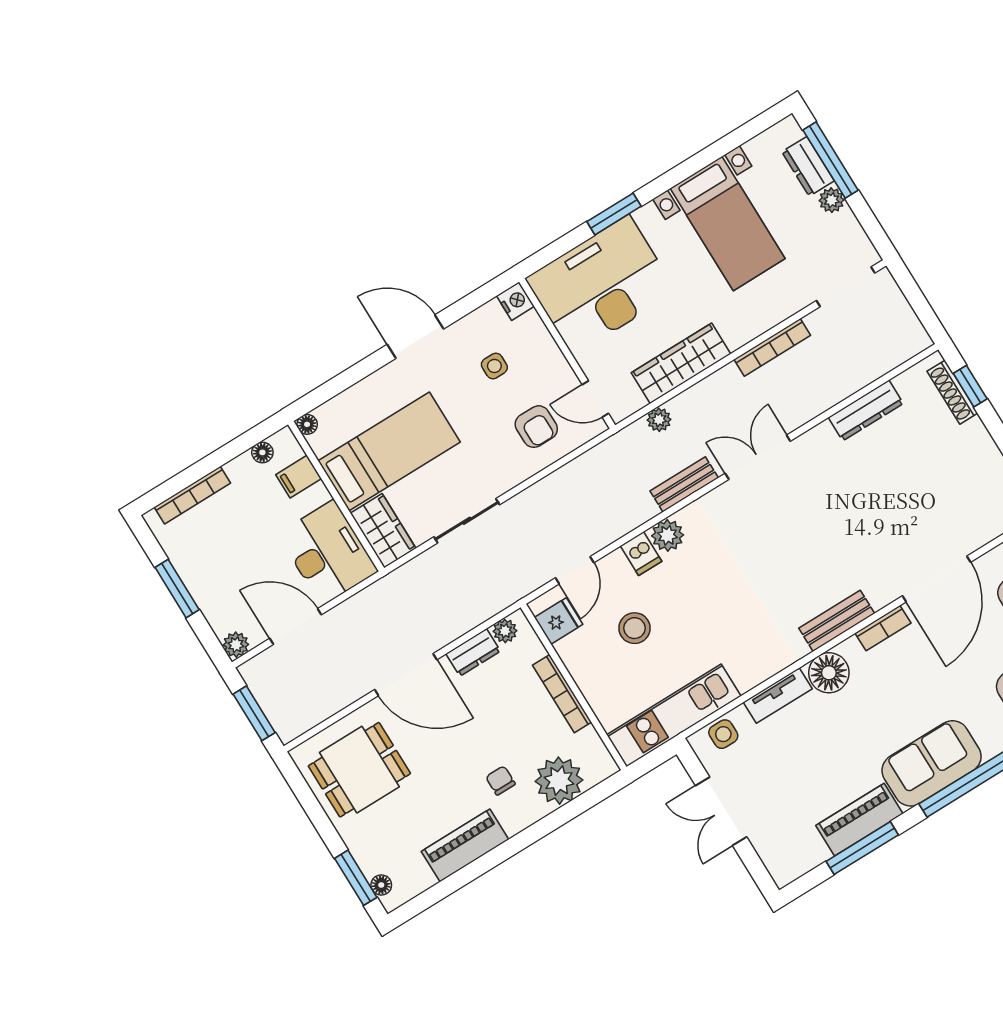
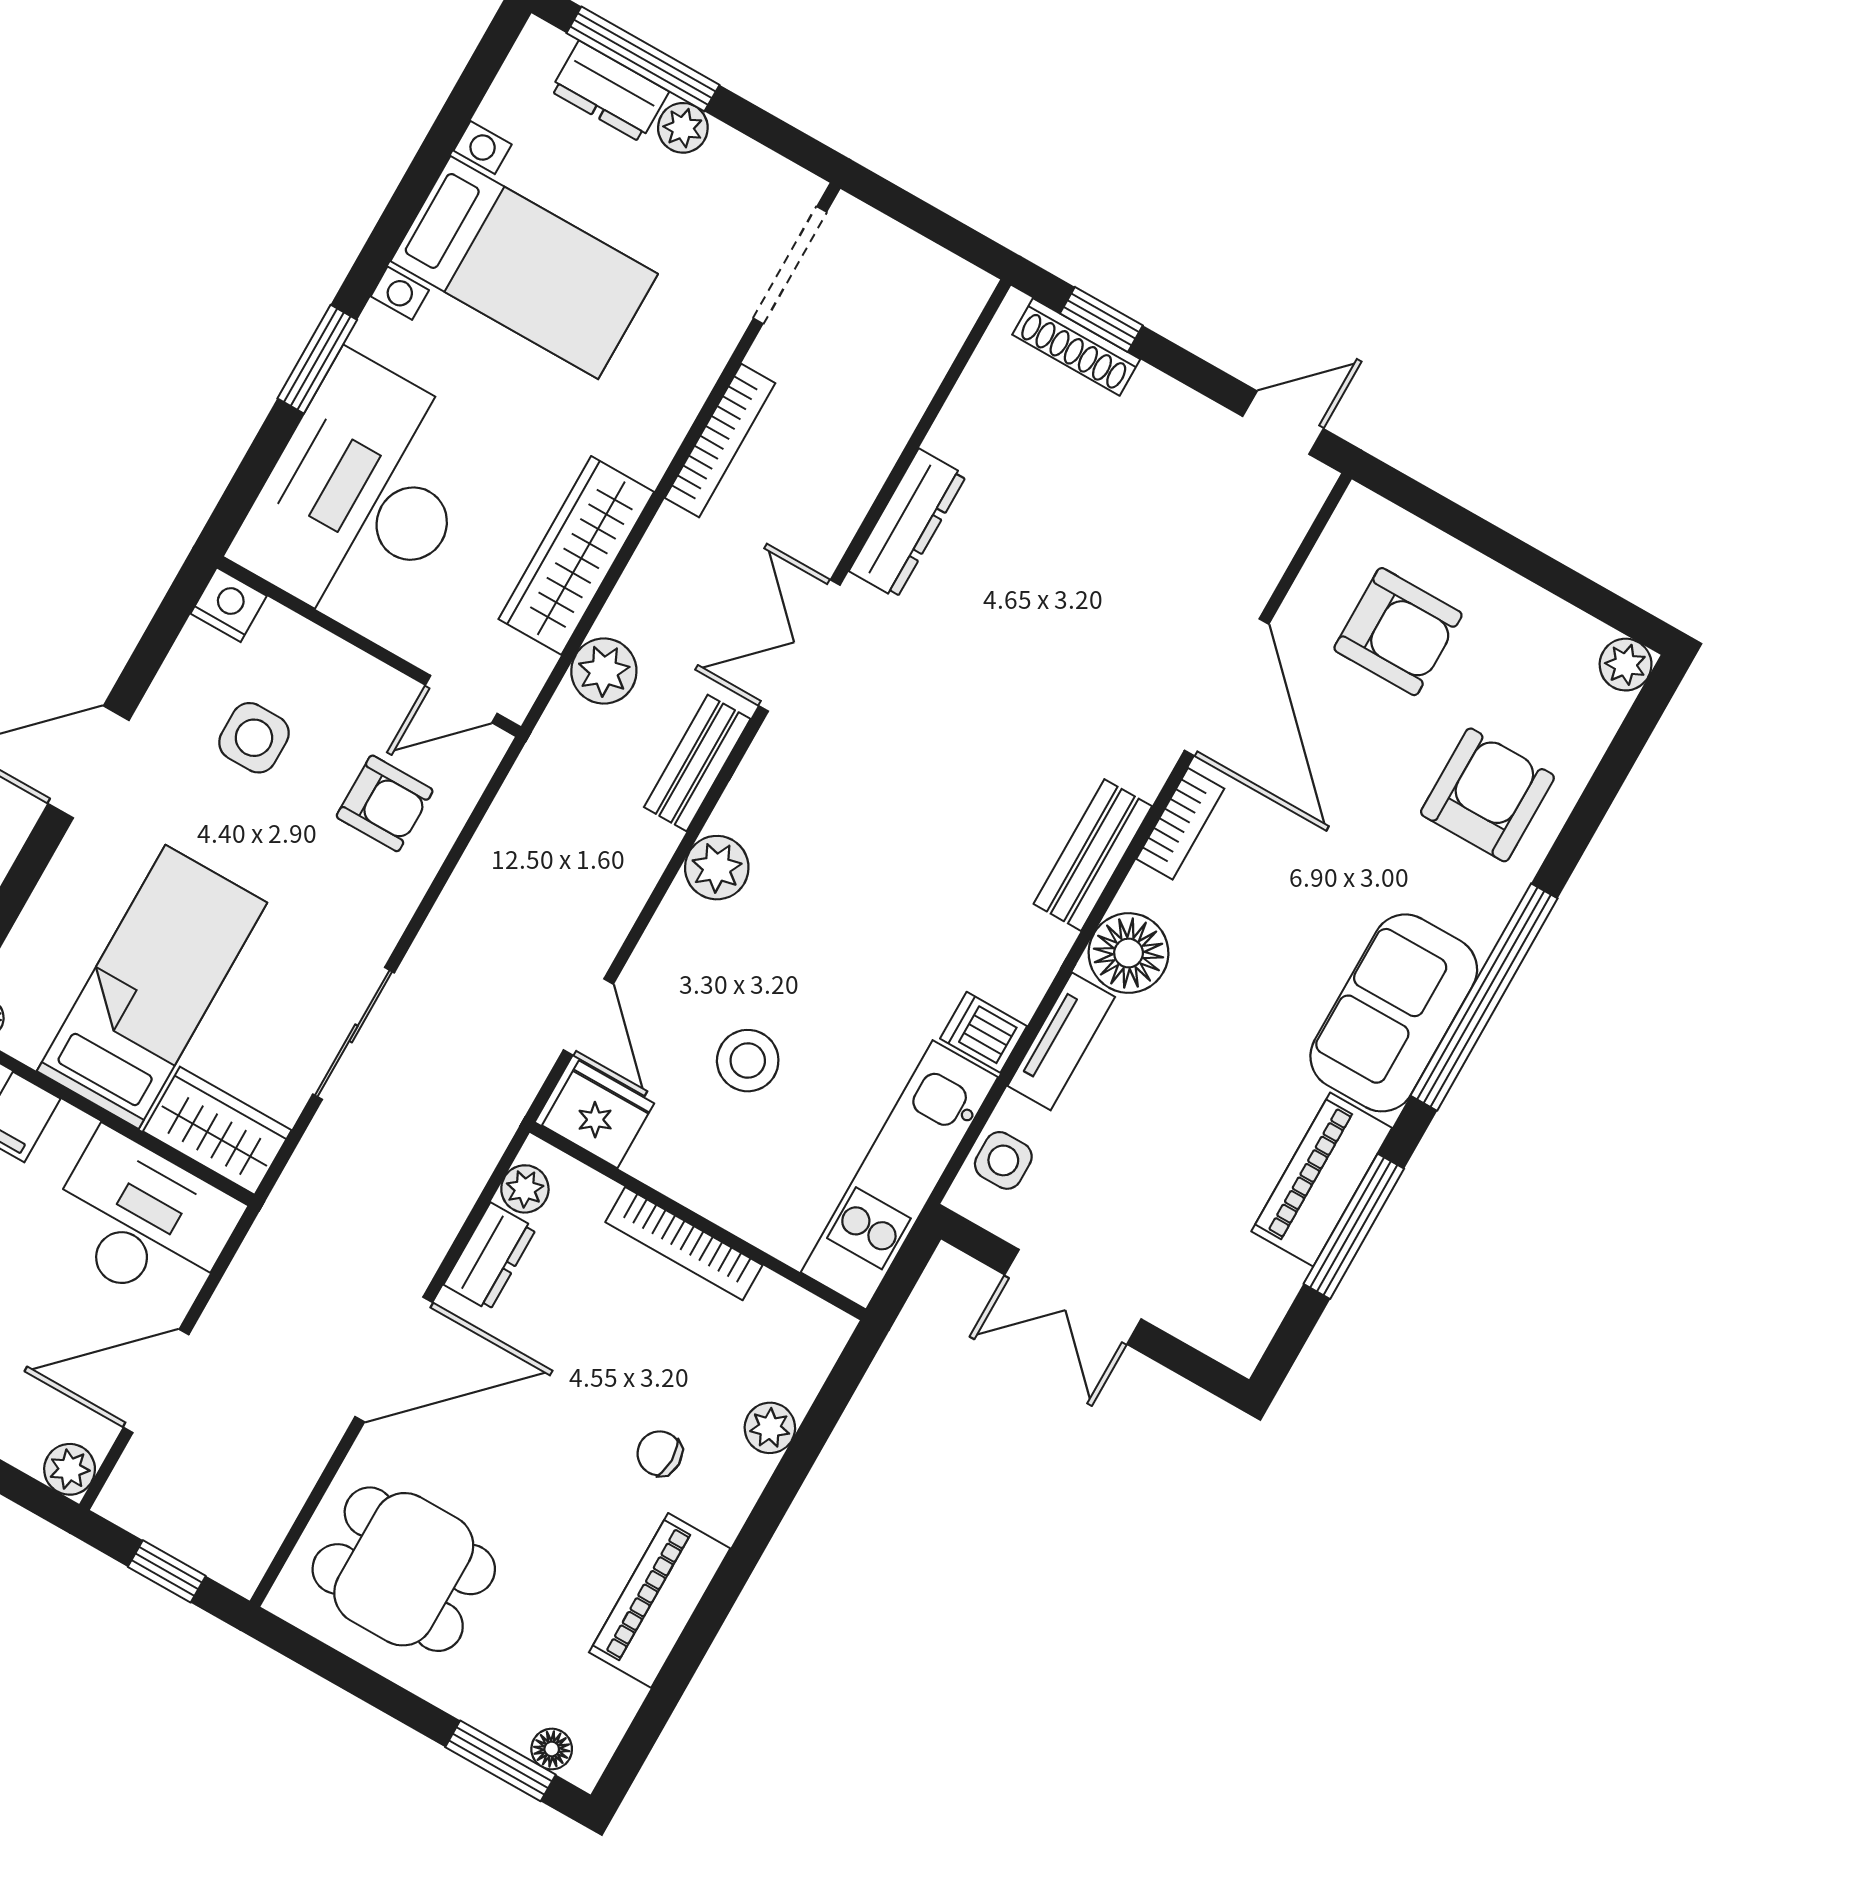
side table: (494, 366) -> (254, 738), width x1.37, depth x1.37
dresser: (866, 410) -> (908, 523), moved
plant: (659, 420) -> (604, 671), width x1.38, depth x1.38
dishwasher: (641, 554) -> (984, 1032), moved, turned 180
fridge: (559, 621) -> (598, 1114), width x1.38
window: (254, 713) -> (167, 1571), width x0.67
dining table: (359, 770) -> (404, 1569), turned 90
plant: (559, 781) -> (770, 1428), width x0.53, depth x0.53

